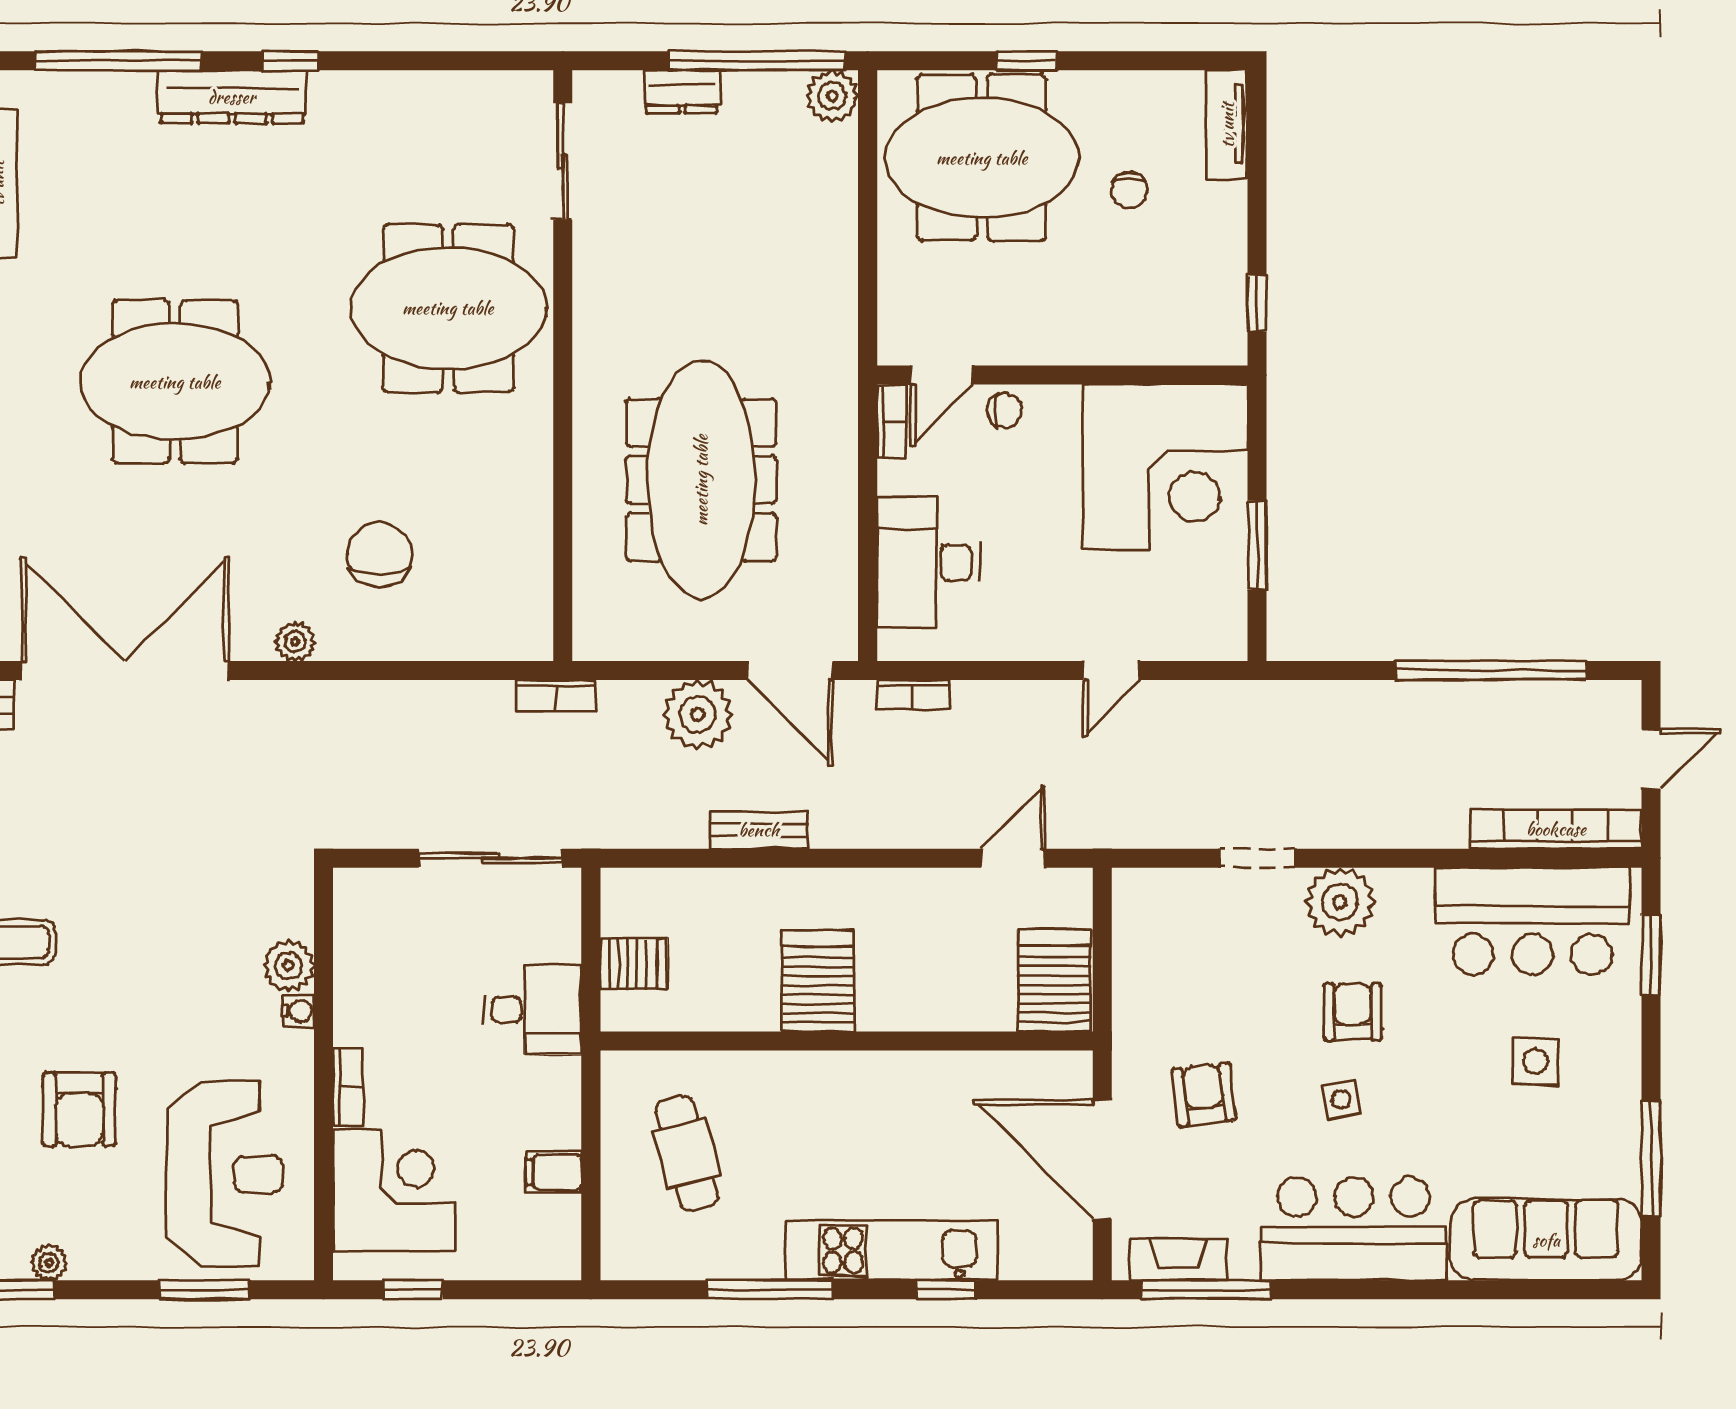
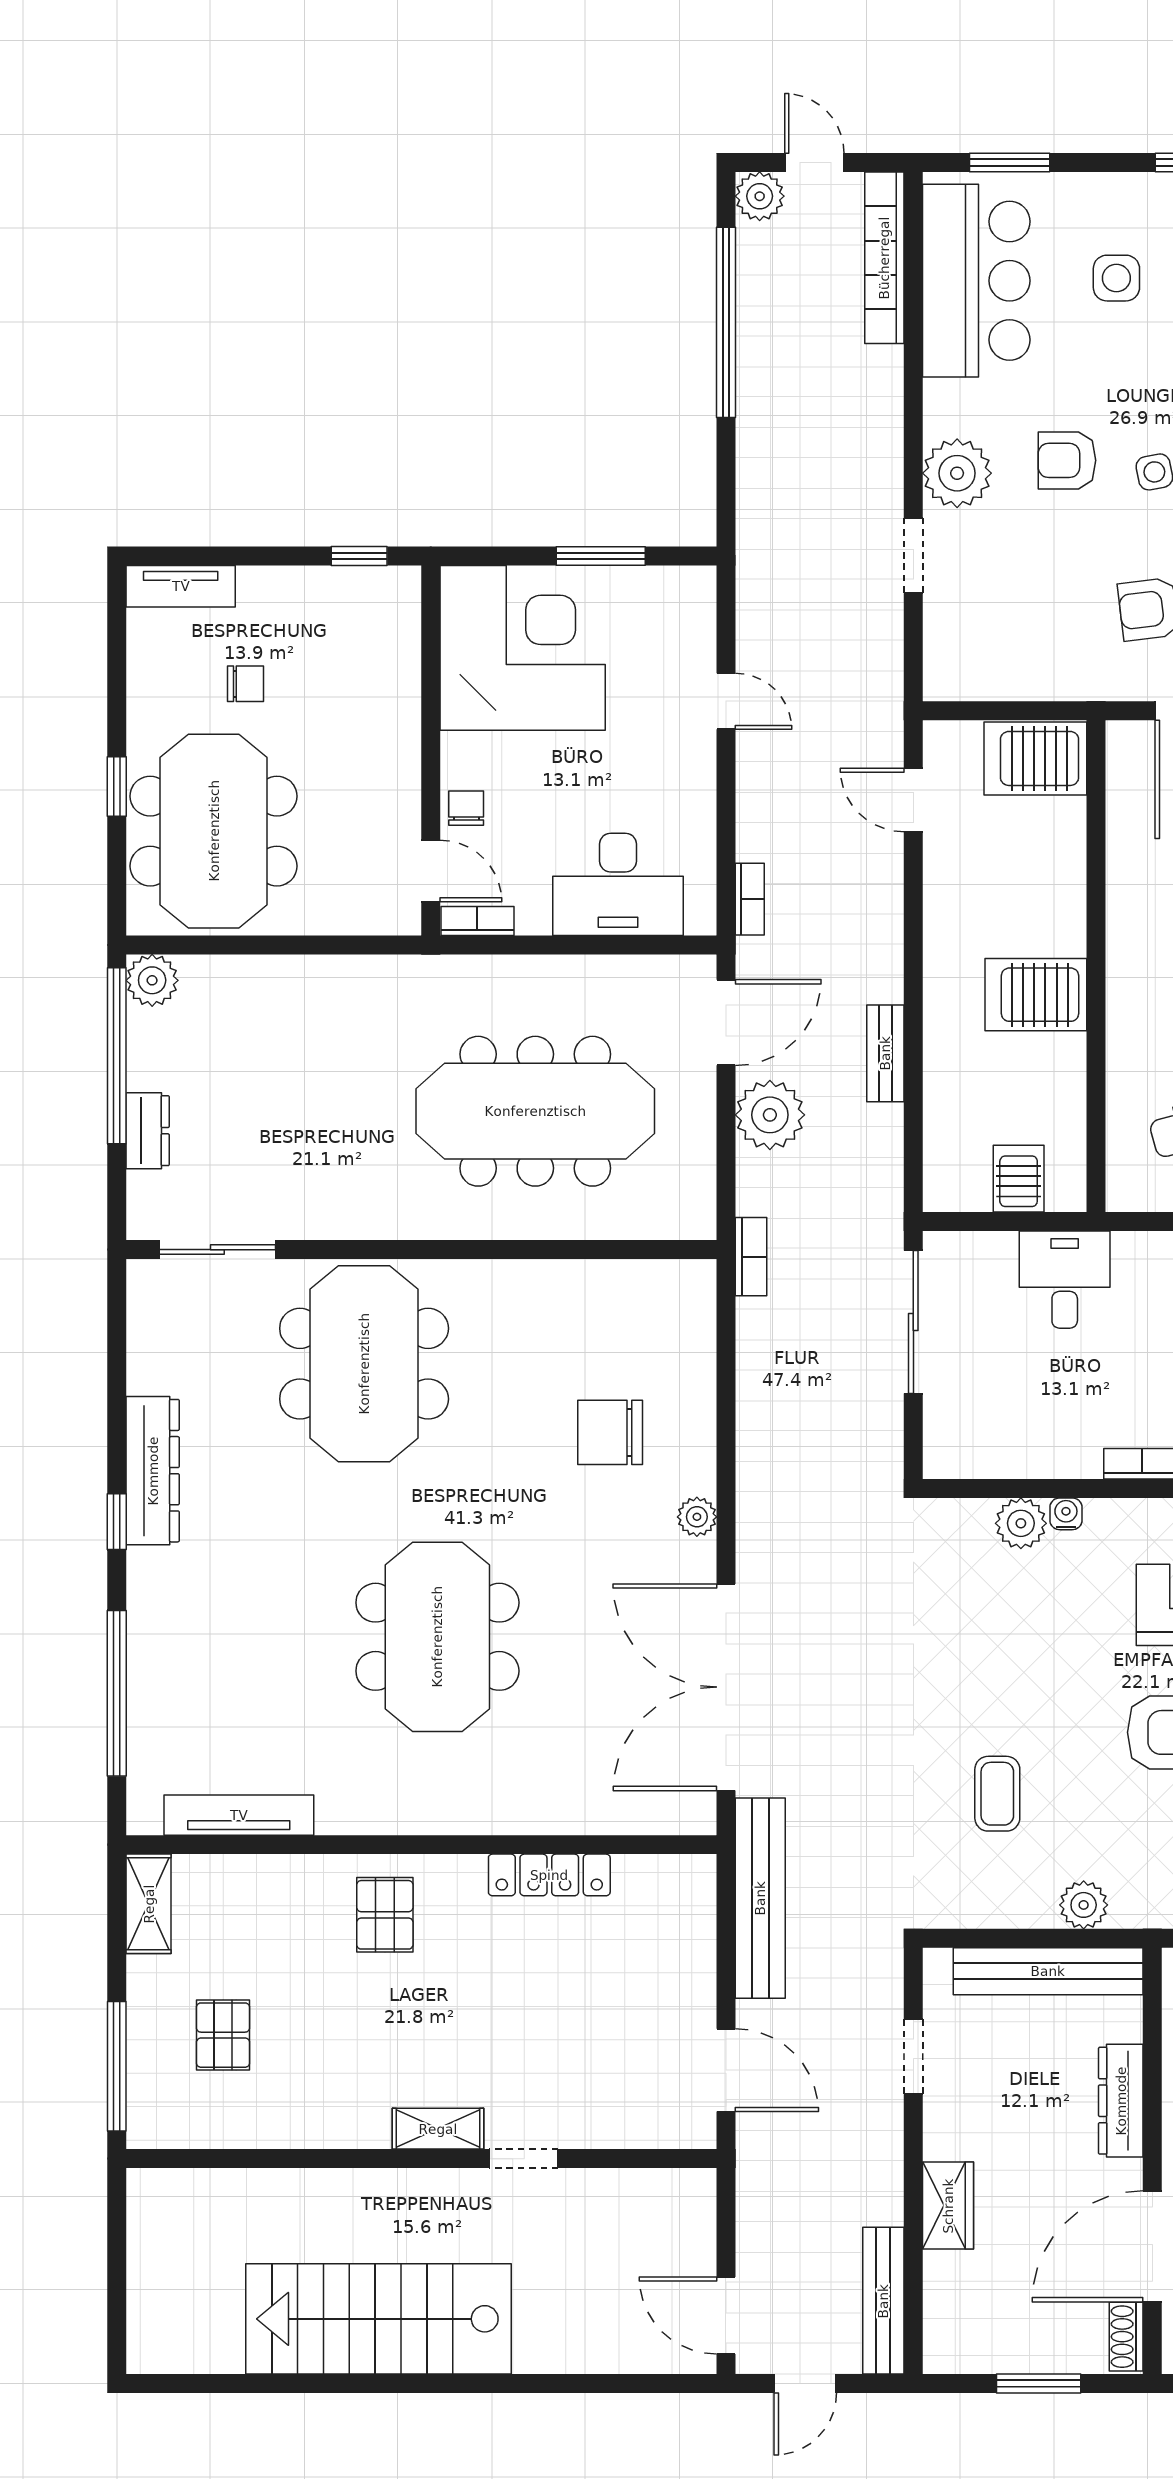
dresser: (232, 97) -> (153, 1471), moved
plant: (1617, 704) -> (760, 196), added

